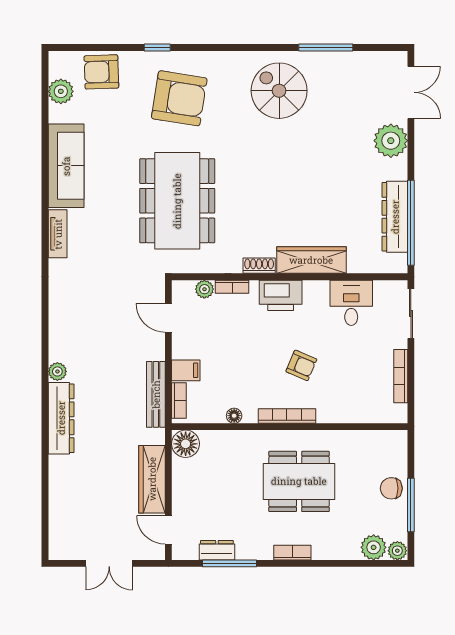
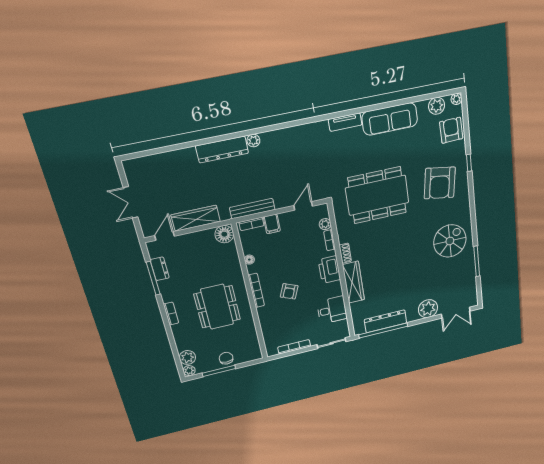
plant: (57, 59) -> (456, 99), added

